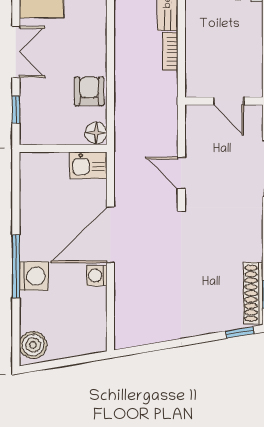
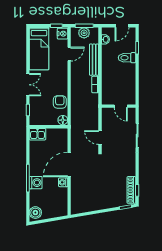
kitchen sink: (88, 165) -> (37, 134), moved

